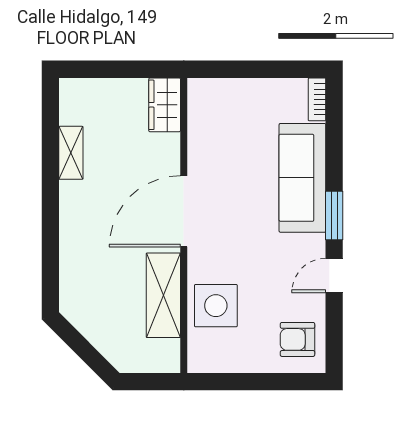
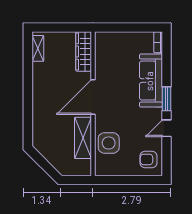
wardrobe: (165, 105) -> (84, 52), width x1.50
shelving: (71, 153) -> (38, 48), moved

